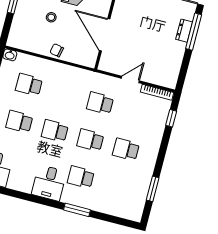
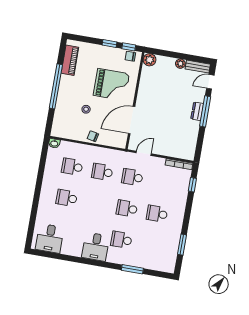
door: (105, 35) -> (132, 120), hinge flipped
door: (130, 80) -> (144, 153), moved
school desk: (55, 131) -> (102, 172), moved
window: (77, 210) -> (132, 269), moved

